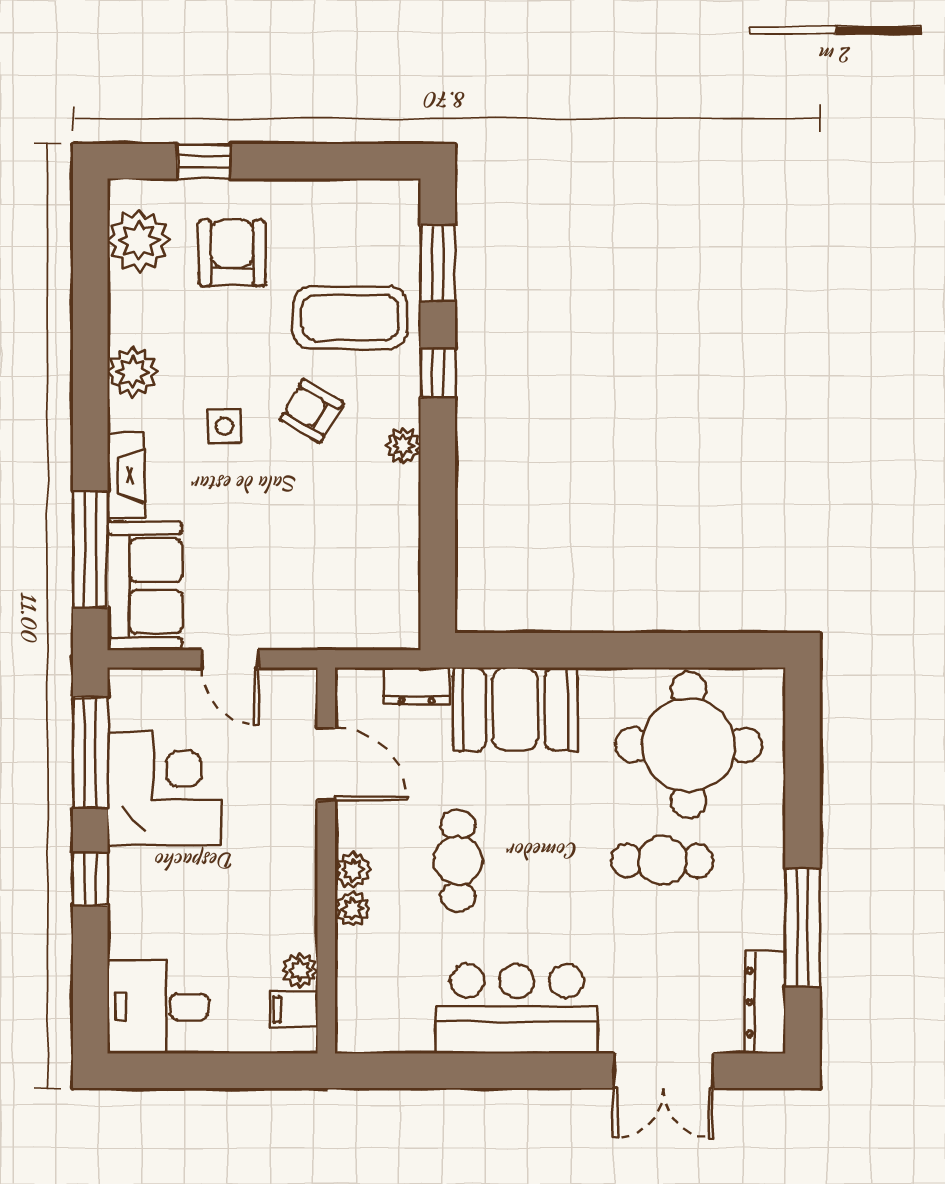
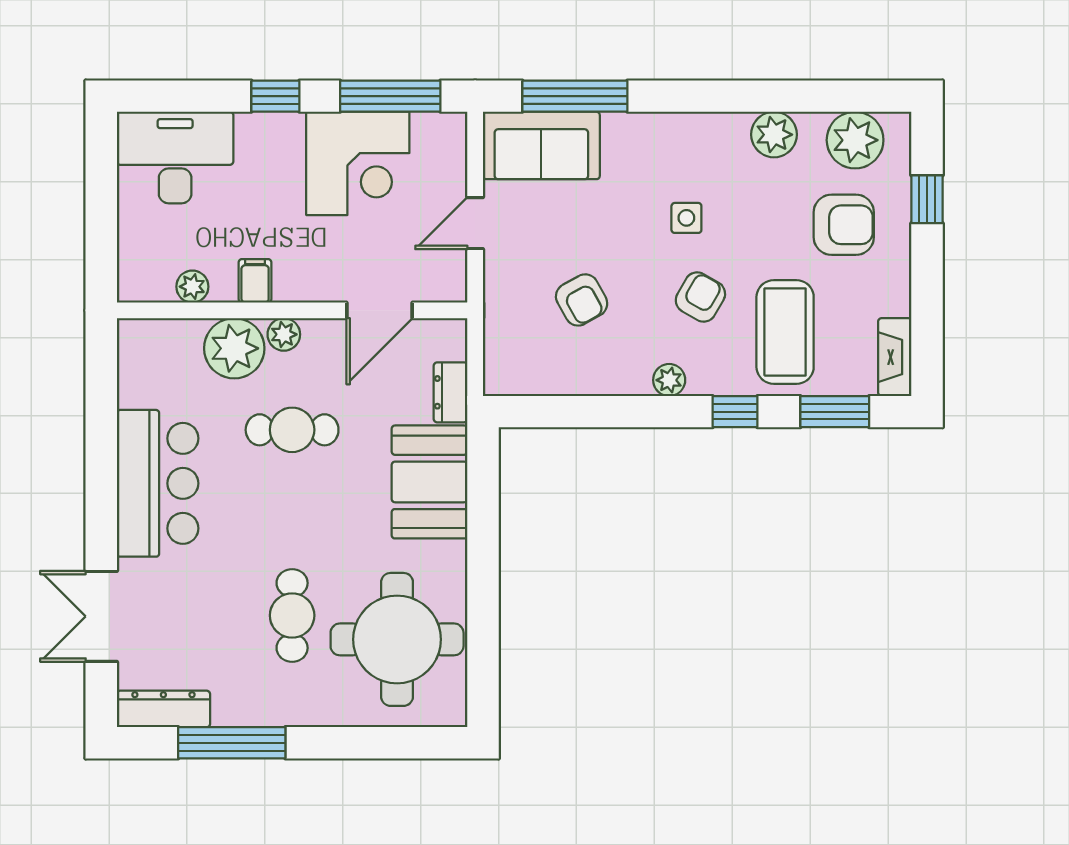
plant: (133, 372) -> (774, 135), moved
fireplace: (126, 475) -> (895, 357), moved, turned 90
armchair: (315, 542) -> (582, 300), added
plant: (353, 909) -> (234, 348), width x1.87, depth x1.87
desk: (158, 1007) -> (175, 157), width x1.37
filing cabinet: (294, 1010) -> (255, 281), moved

